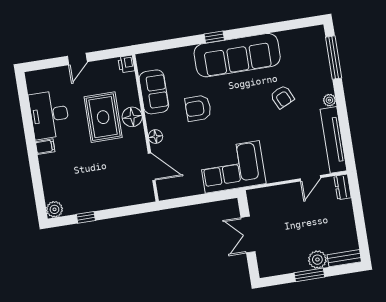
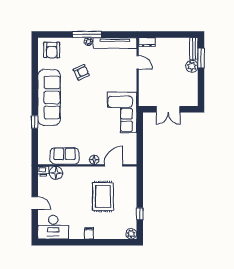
window: (214, 37) -> (35, 122), moved
window: (334, 58) -> (87, 34), moved
armchair: (198, 108) -> (52, 50), moved
desk: (49, 115) -> (53, 227), moved
rug: (103, 117) -> (103, 196), moved, turned 90
floor lamp: (132, 117) -> (56, 173), moved
window: (309, 275) -> (201, 58), moved

